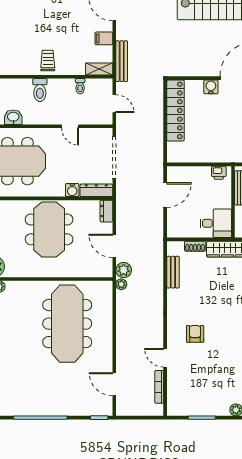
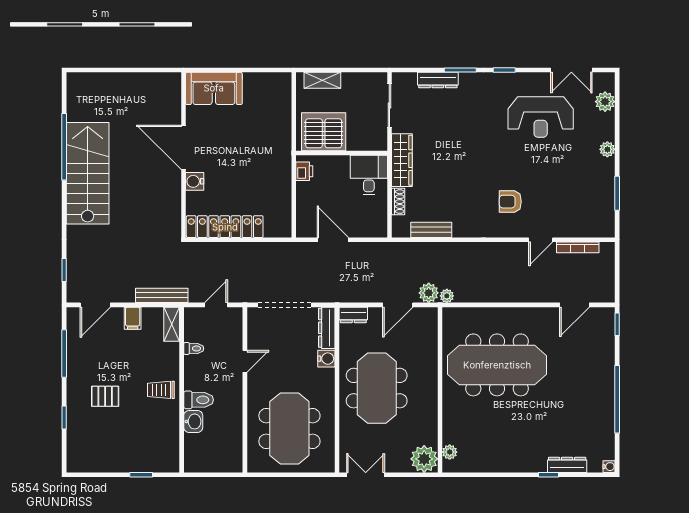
pallet: (43, 17) -> (105, 396), added
washbasin: (13, 117) -> (193, 421), moved, turned 180
meeting table: (49, 229) -> (377, 388), turned 90

